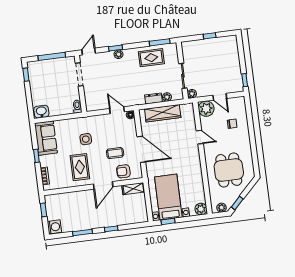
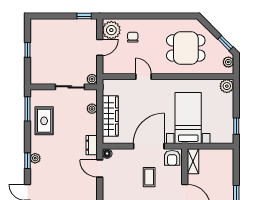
dresser: (153, 98) -> (92, 145), moved
plant: (206, 109) -> (111, 30), moved
door: (117, 110) -> (100, 168), hinge flipped
door: (200, 137) -> (143, 77), hinge flipped
armchair: (123, 171) -> (172, 158), moved
bed with nightstands: (168, 197) -> (188, 118), moved, turned 90

